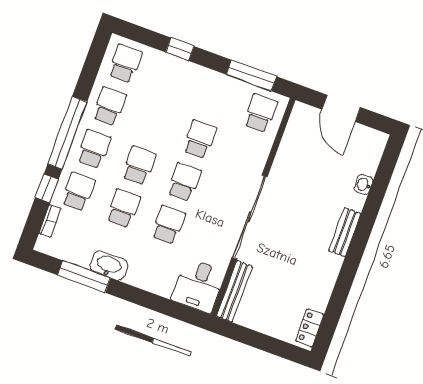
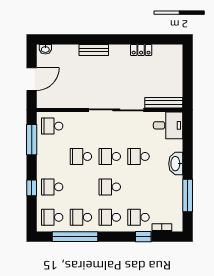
window: (67, 133) -> (75, 237), moved
washbasin: (363, 185) -> (45, 49), moved
school desk: (123, 208) -> (52, 187), moved
bench: (345, 232) -> (94, 50), moved
washbasin: (109, 266) -> (176, 164), moved
locker: (310, 328) -> (141, 50), moved

